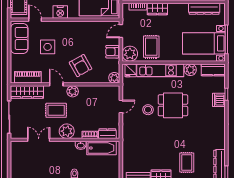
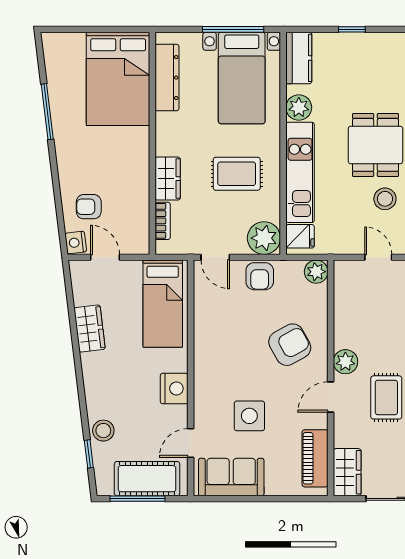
rug: (151, 47) -> (237, 174), moved
wardrobe: (27, 92) -> (347, 472), width x0.67
dishwasher: (219, 100) -> (364, 46), removed

